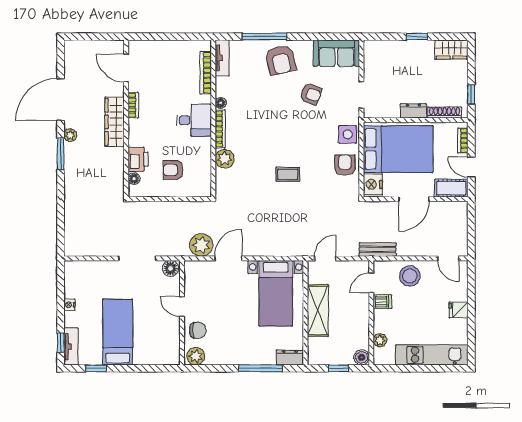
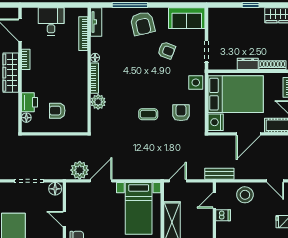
desk: (194, 120) -> (51, 21), moved, turned -90
armchair: (345, 165) -> (181, 113), moved

